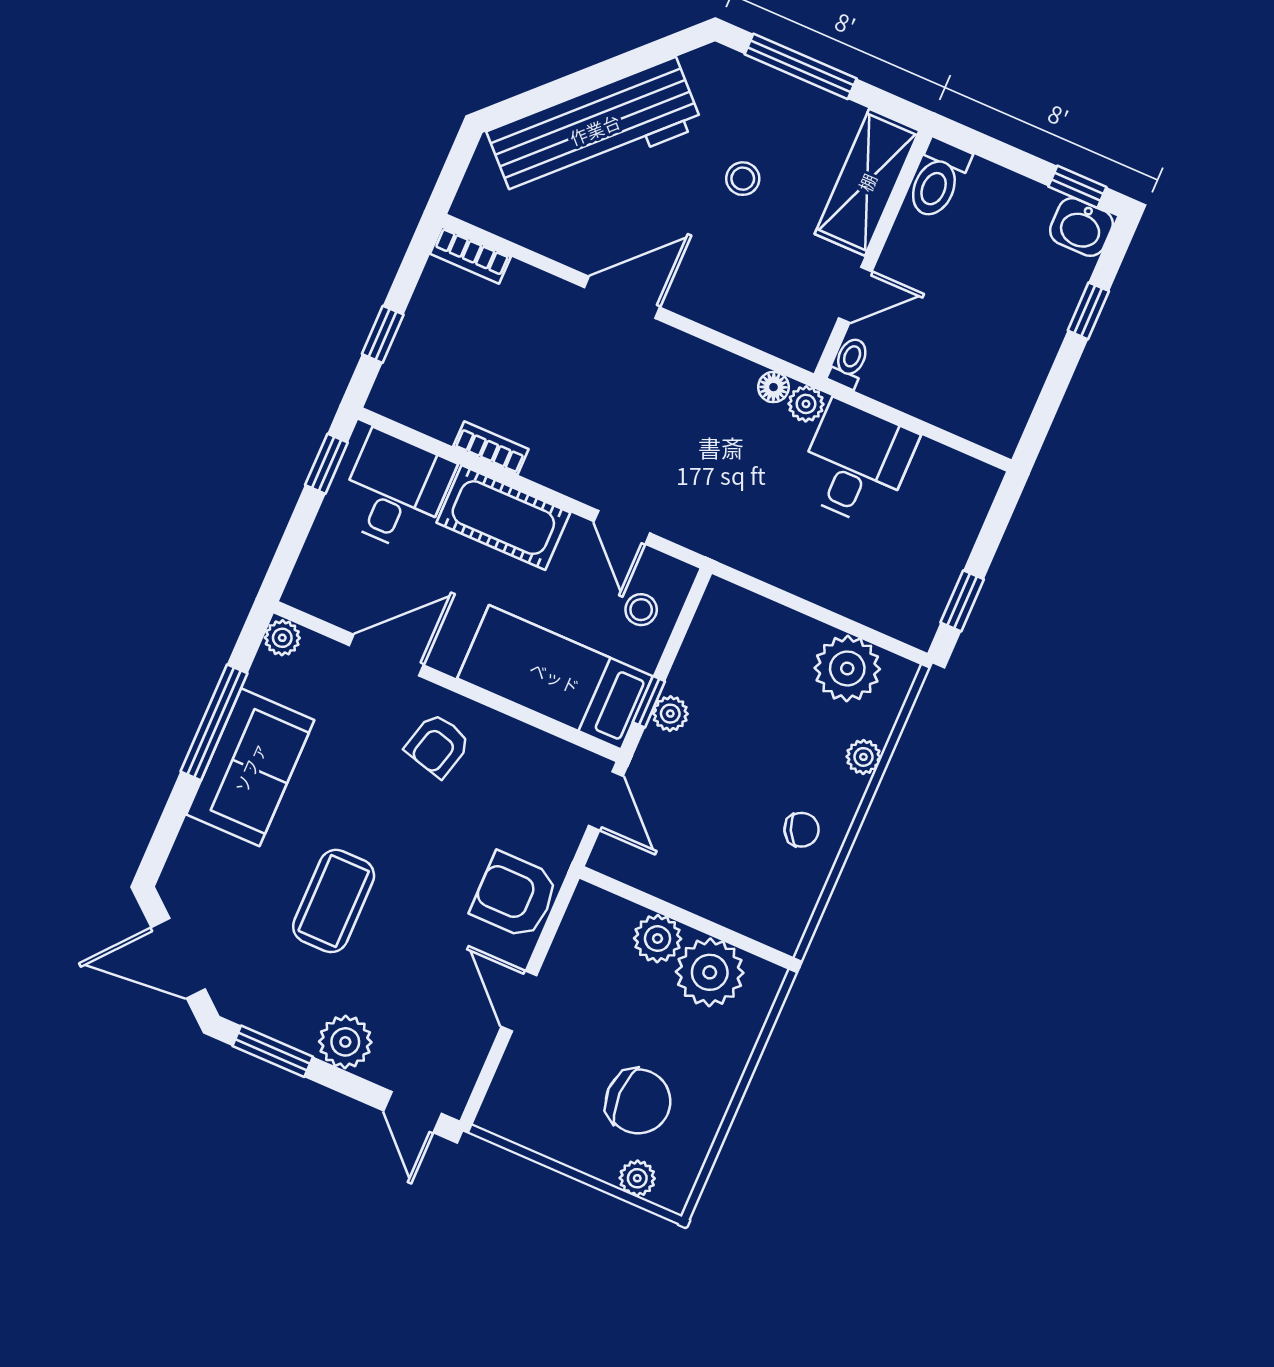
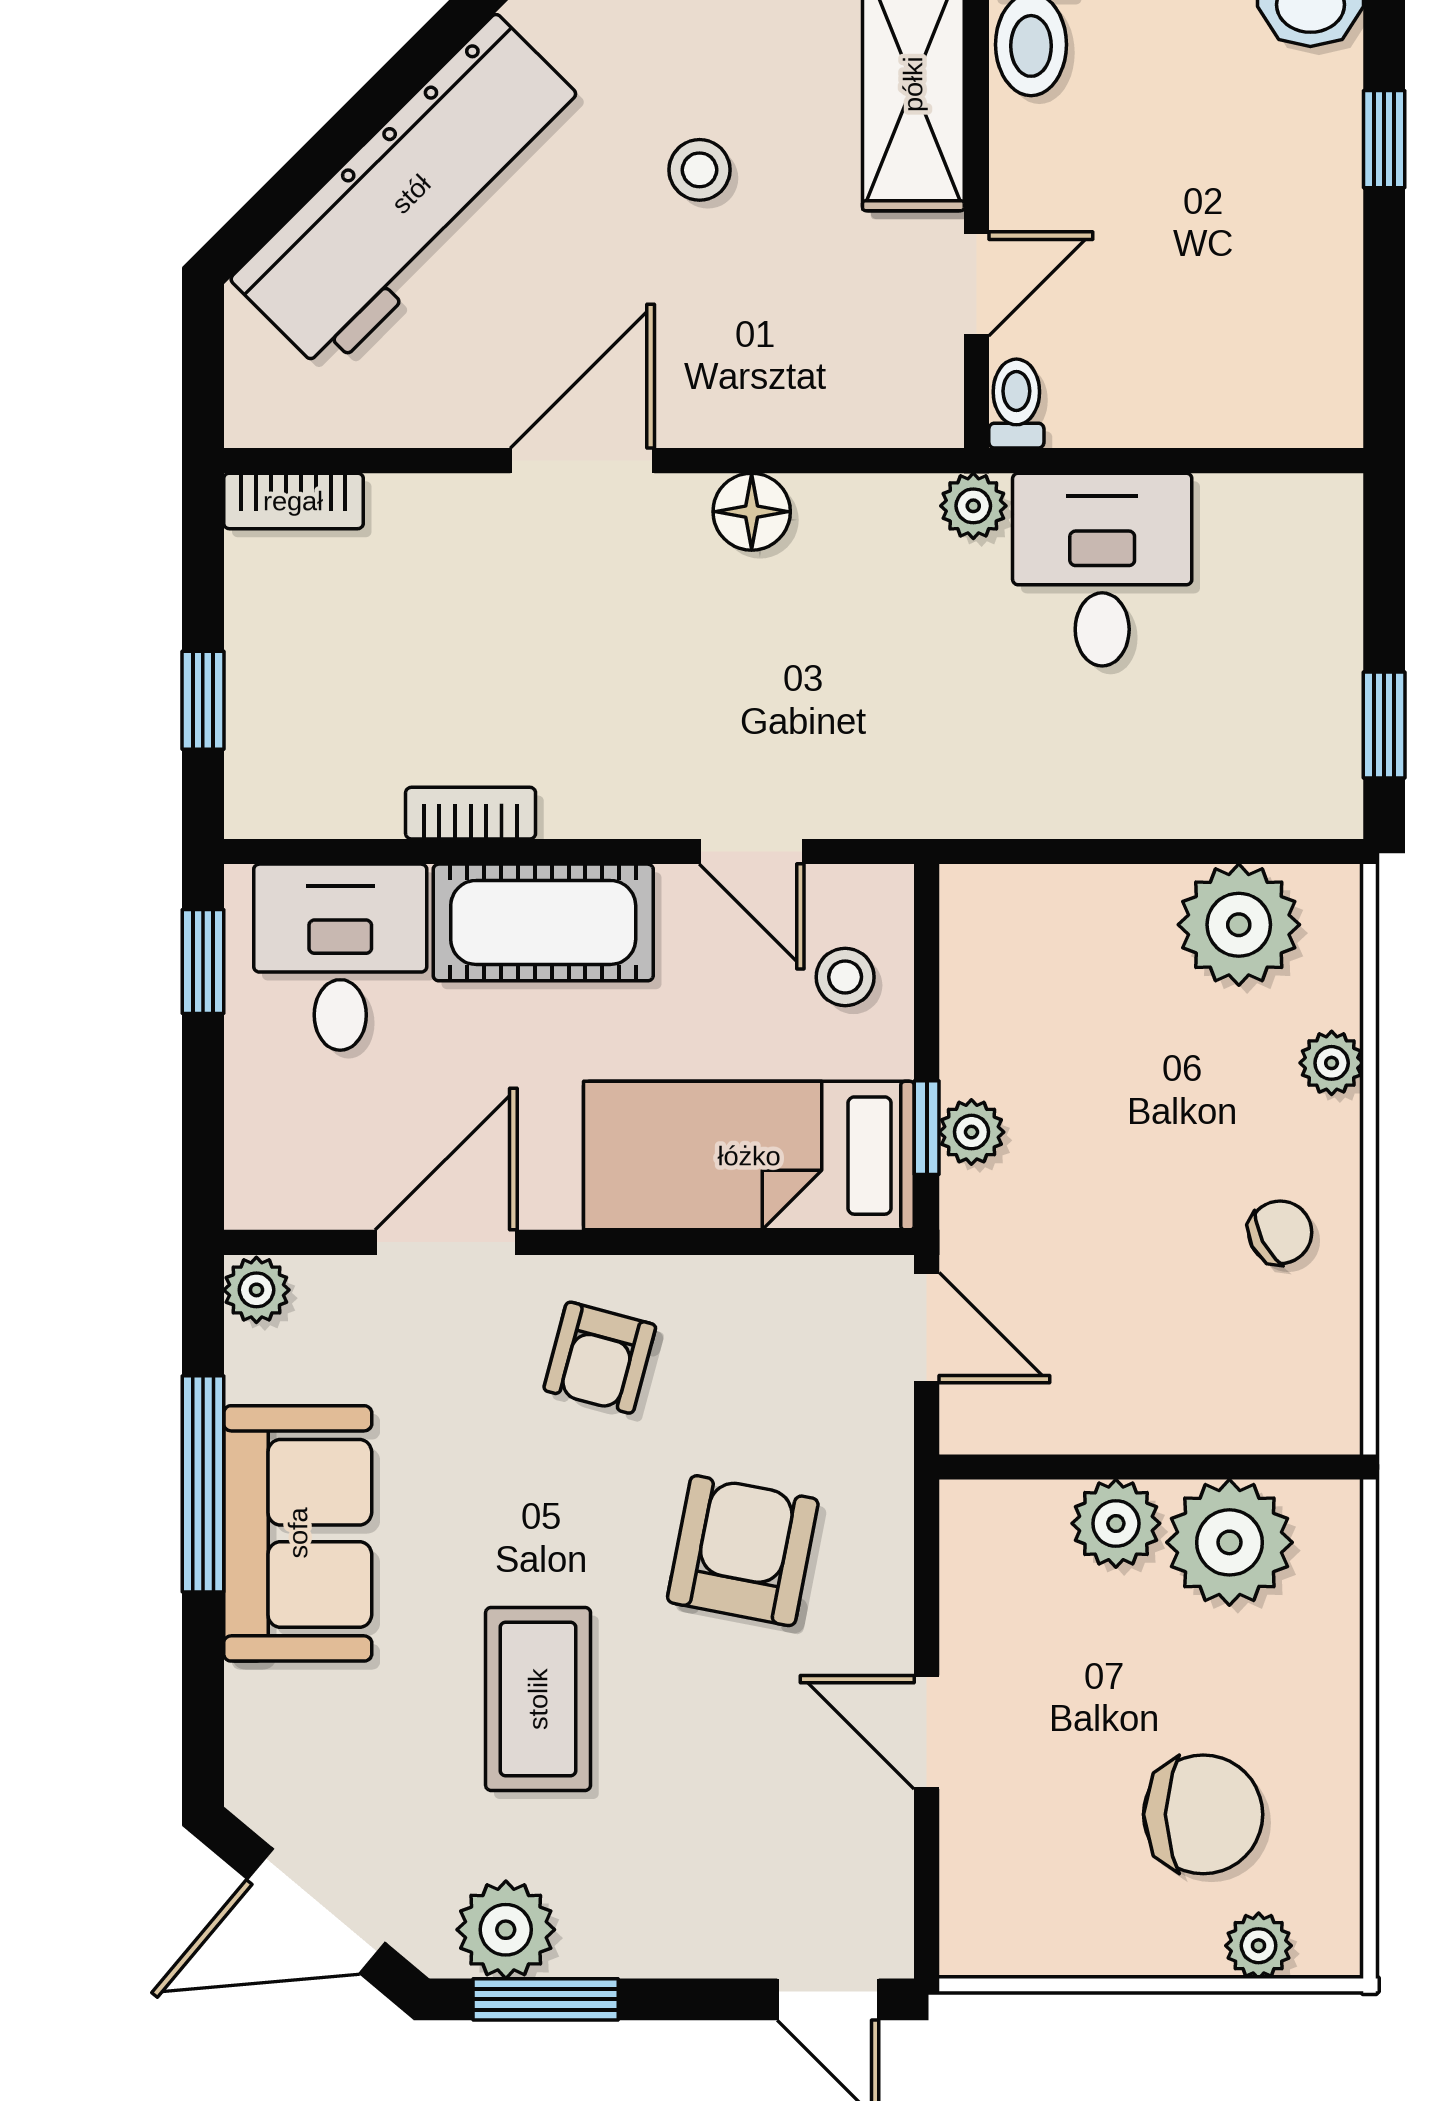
floor lamp: (774, 387) -> (752, 512), moved, width x1.37, depth x1.37
armchair: (515, 895) -> (743, 1551), moved, turned 101
plant: (345, 1042) -> (506, 1930), moved

